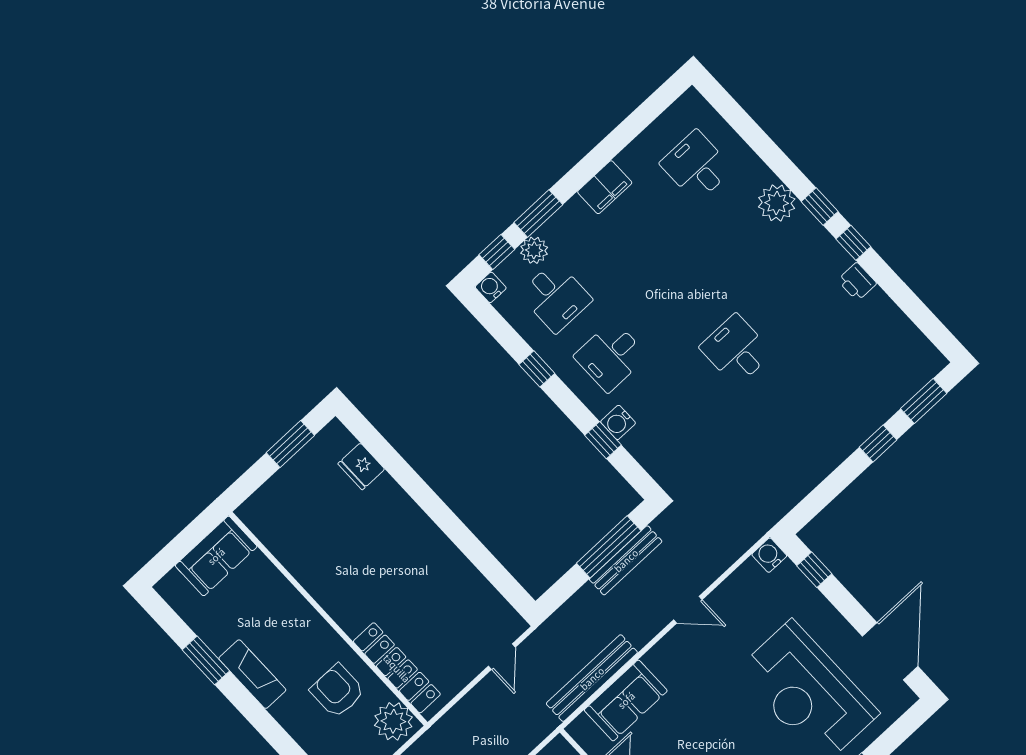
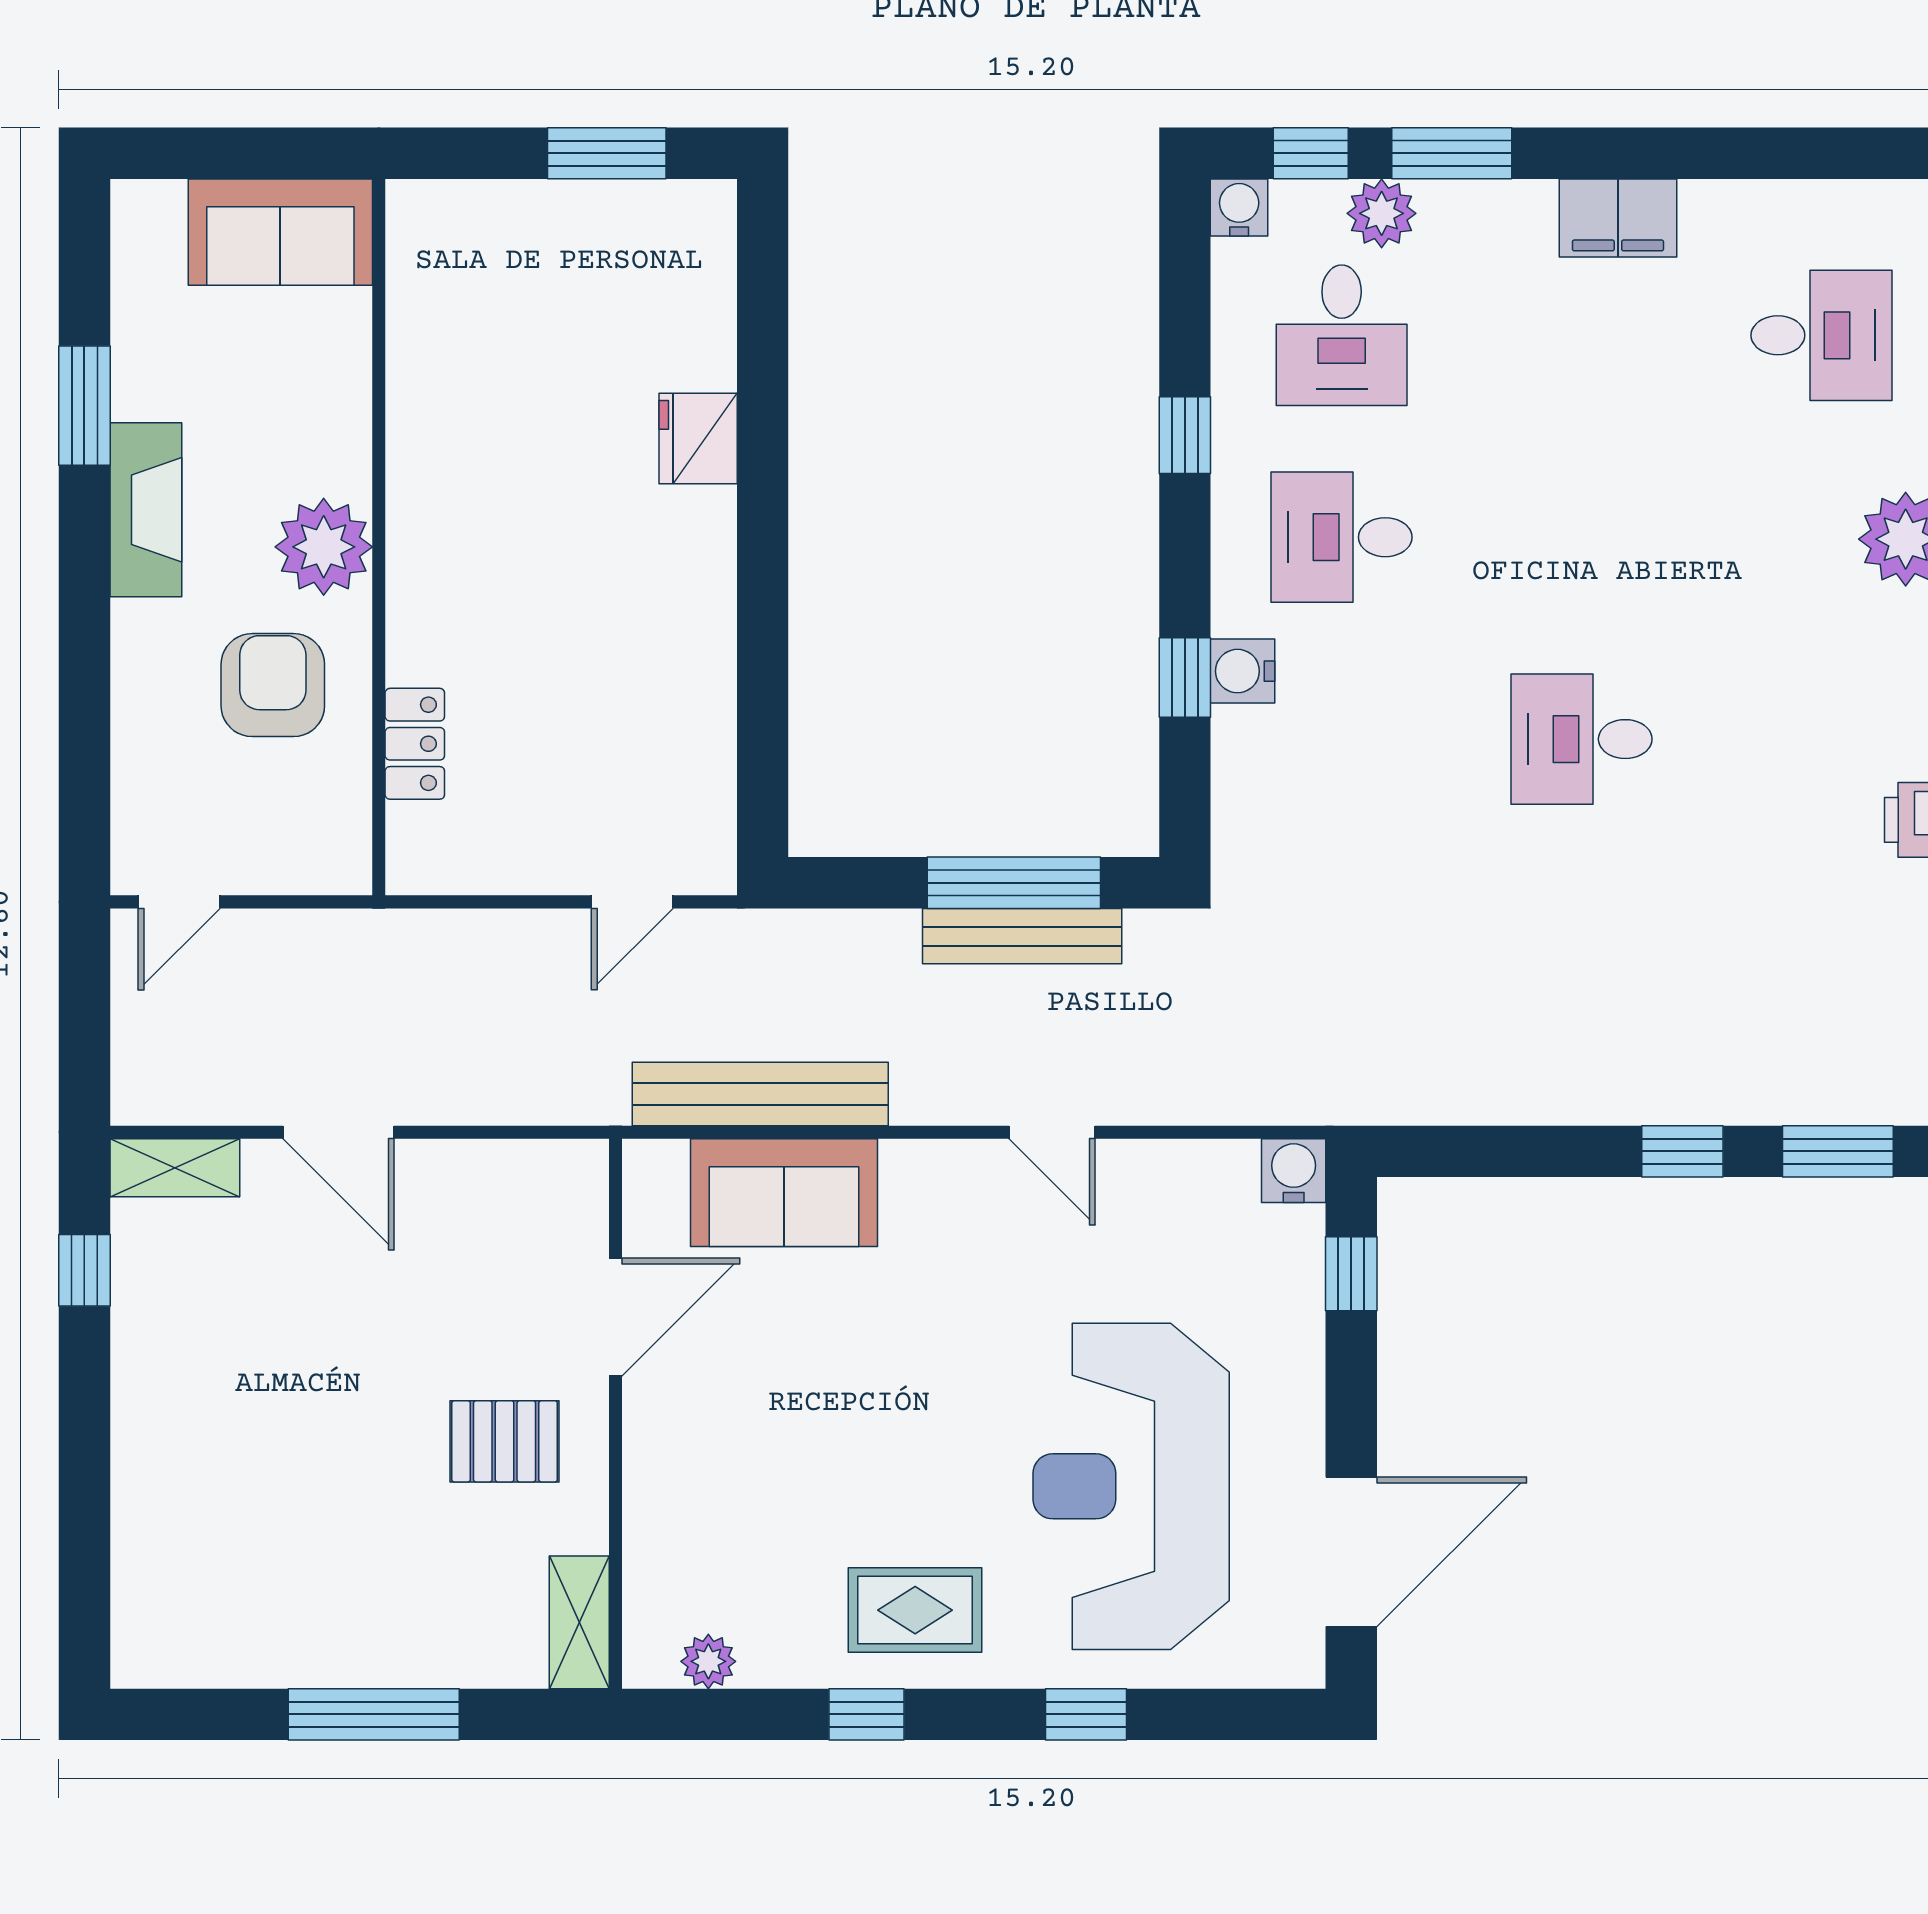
desk: (696, 166) -> (1822, 335), turned 90
desk: (736, 350) -> (1582, 739), turned -90
fridge: (361, 466) -> (698, 438), moved
locker: (397, 668) -> (415, 744), width x0.46, depth x0.83
plant: (393, 721) -> (324, 547), moved

